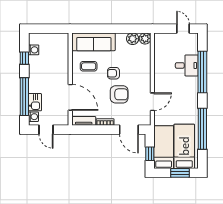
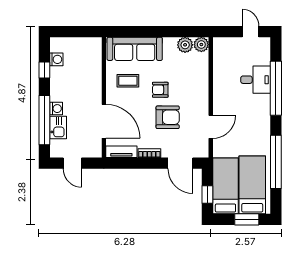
washing machine: (33, 117) -> (56, 109), moved

